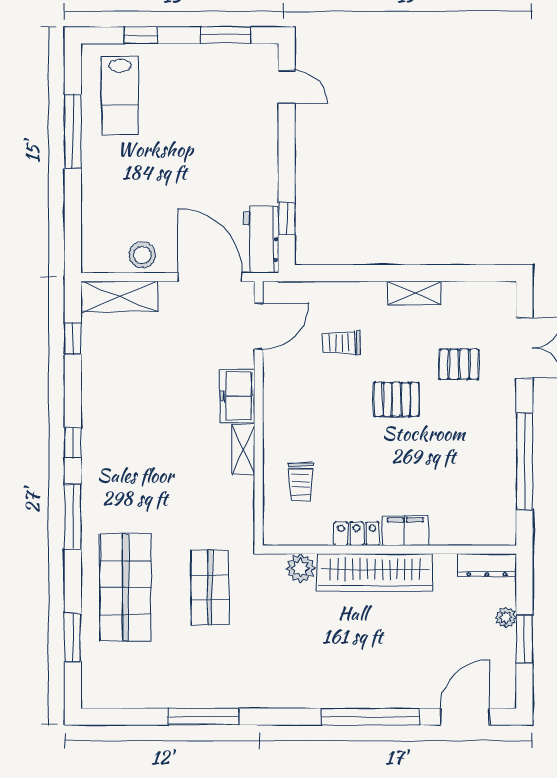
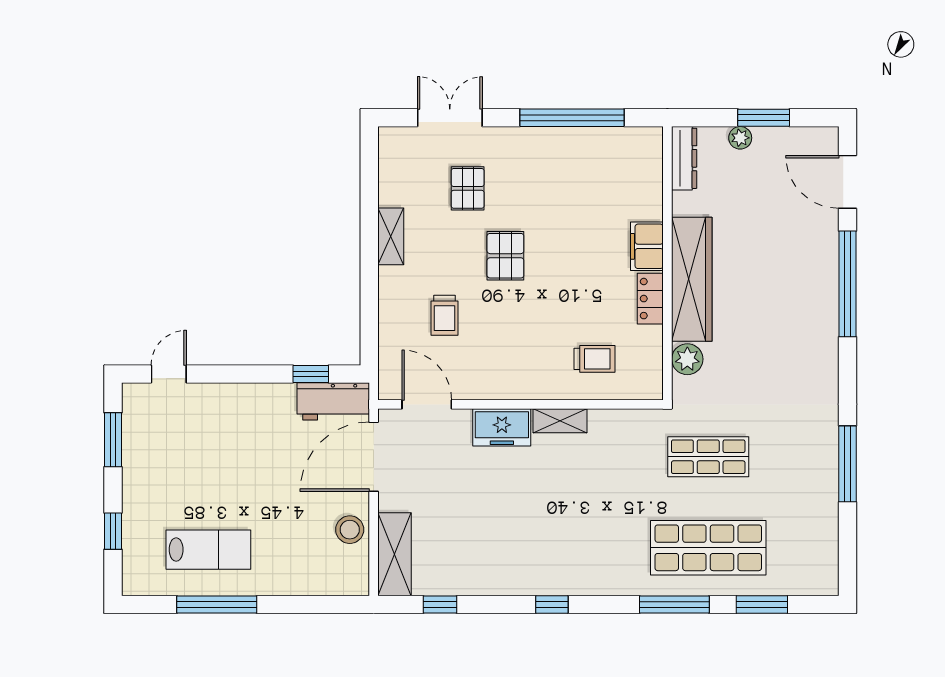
lab bench: (120, 95) -> (208, 550), moved
window: (73, 517) -> (674, 604), moved

